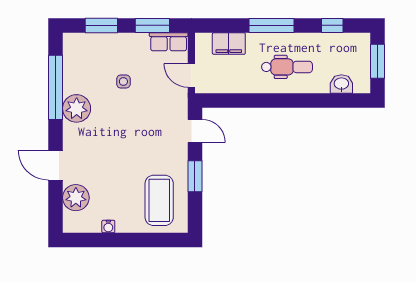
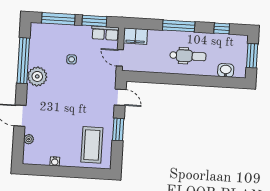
window: (101, 25) -> (58, 19), width x1.44
filing cabinet: (229, 44) -> (135, 36), moved
plant: (76, 198) -> (29, 139), width x0.53, depth x0.53

